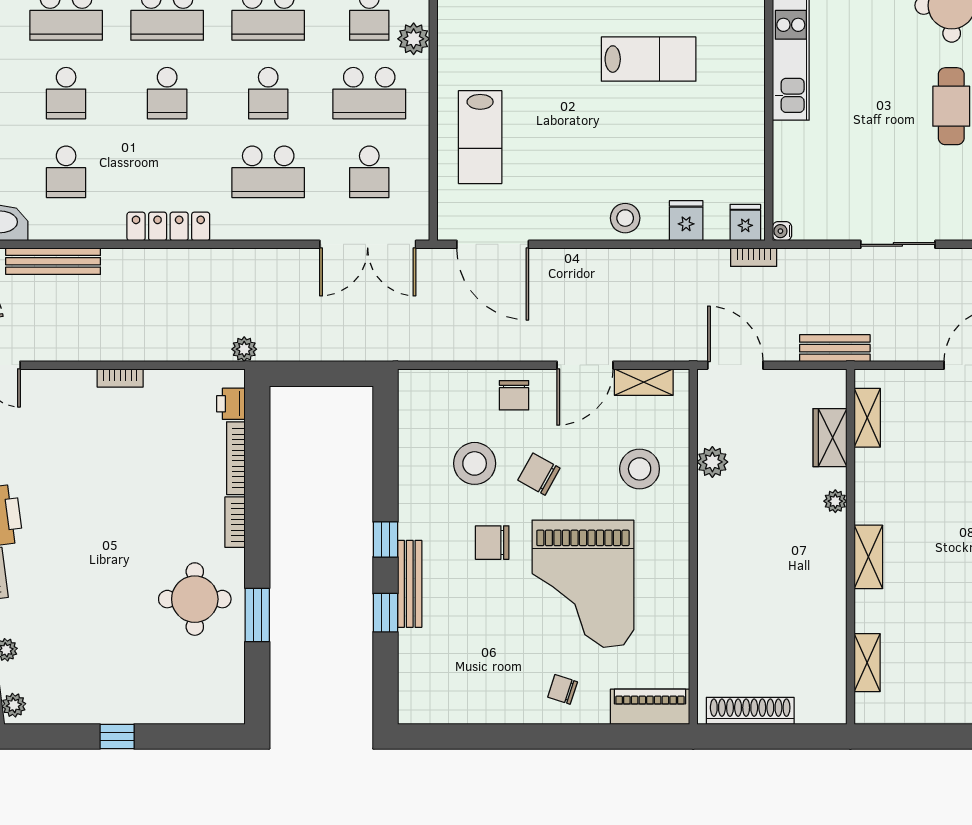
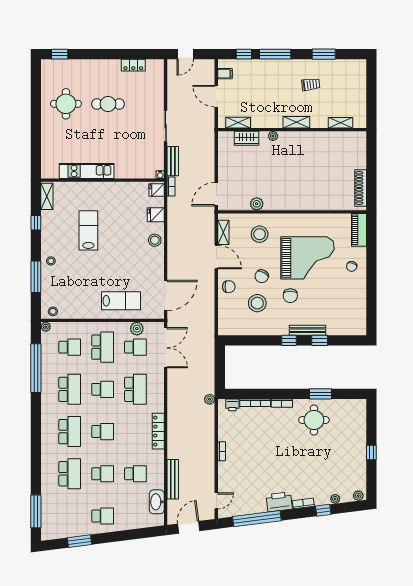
plant: (414, 39) -> (137, 329), moved
bench: (835, 348) -> (173, 161), moved
shelving: (867, 418) -> (238, 123), moved
wardrobe: (830, 438) -> (246, 138), moved
plant: (835, 501) -> (273, 136), moved
wall: (850, 547) -> (292, 130), moved
shelving: (868, 557) -> (296, 122), moved
shelving: (867, 663) -> (340, 123), moved

